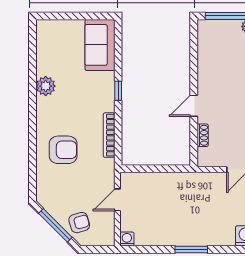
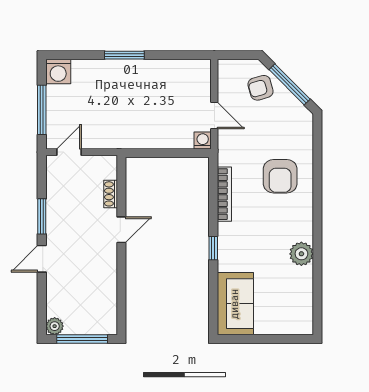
armchair: (63, 150) -> (280, 176), turned -90
door: (117, 200) -> (214, 115), hinge flipped
washing machine: (127, 239) -> (203, 141), moved, turned 180

